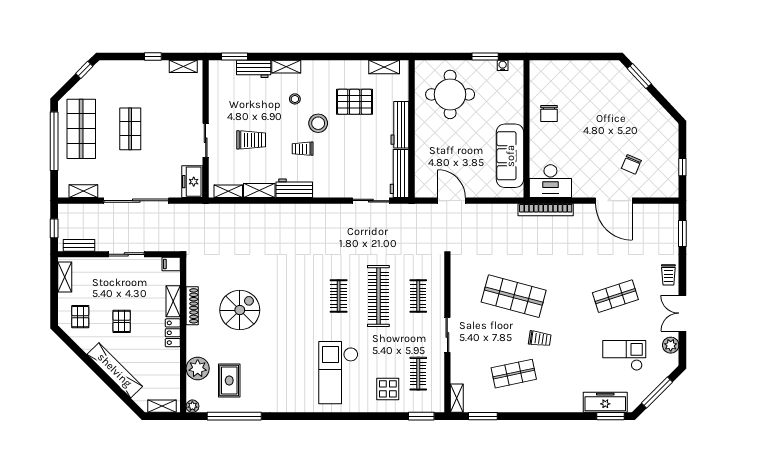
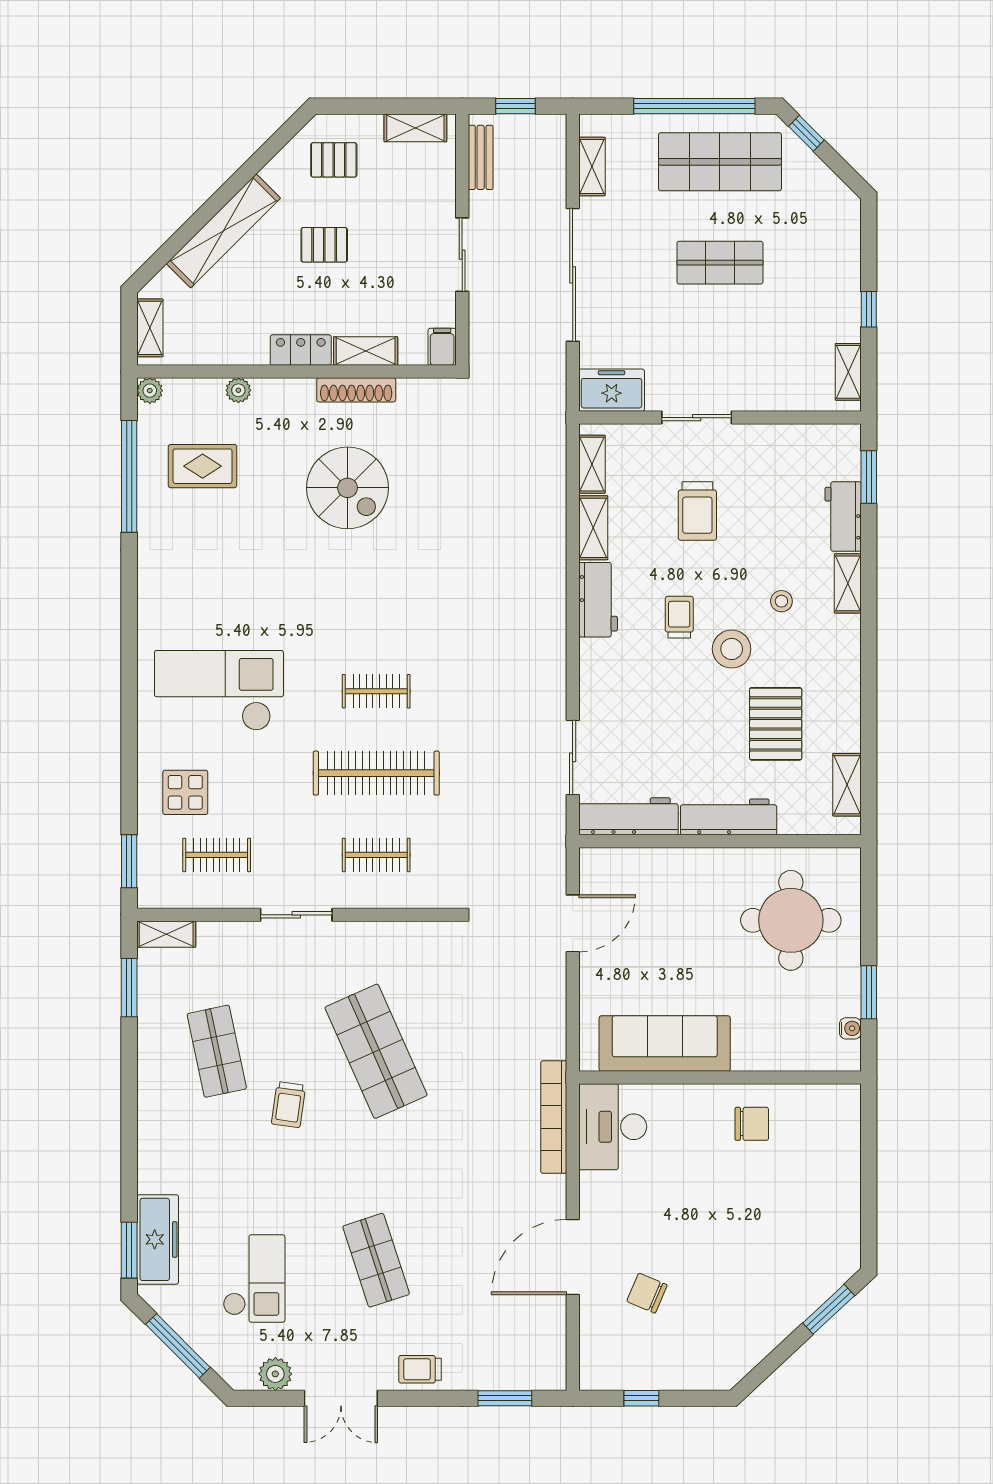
window: (84, 70) -> (806, 133), moved
chair: (549, 113) -> (752, 1124), turned 180
shop shelf: (514, 296) -> (376, 1051), turned -39
double door: (682, 313) -> (341, 1398), swing flipped
plant: (198, 368) -> (238, 390), width x0.53, depth x0.53

